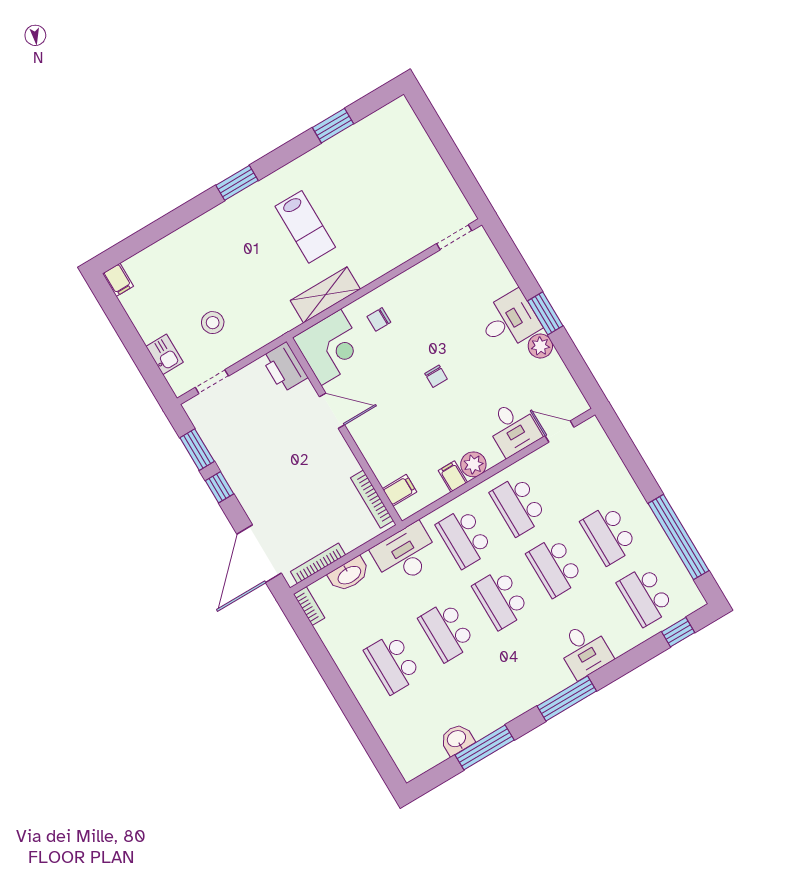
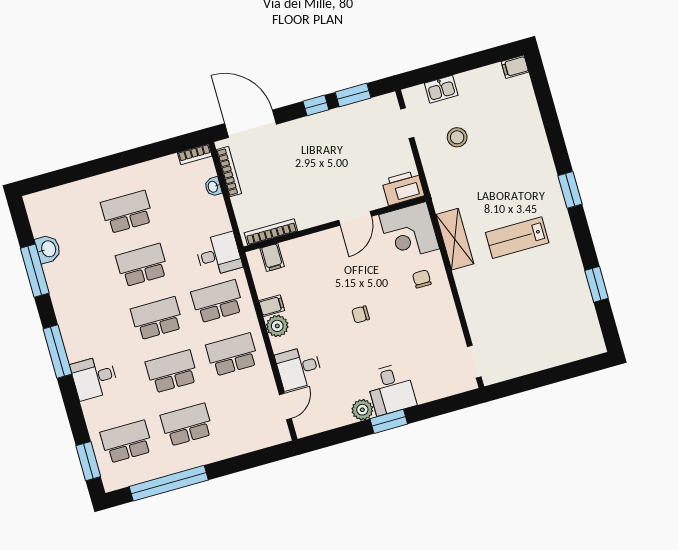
desk: (405, 554) -> (219, 254), width x0.73
washbasin: (349, 575) -> (213, 187), width x0.52, depth x0.69
window: (678, 632) -> (88, 461), width x1.50

